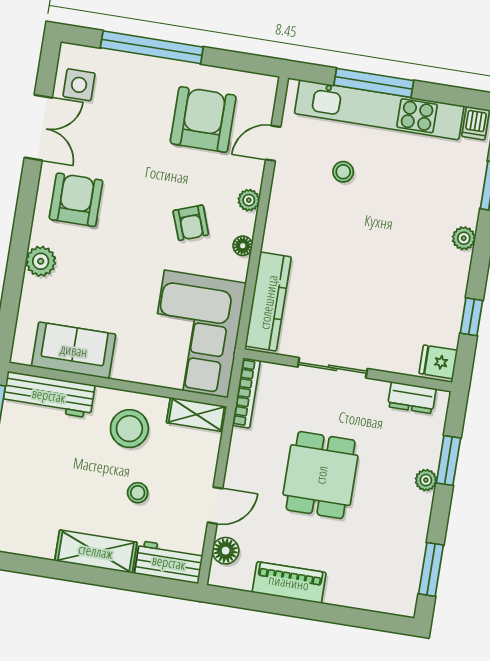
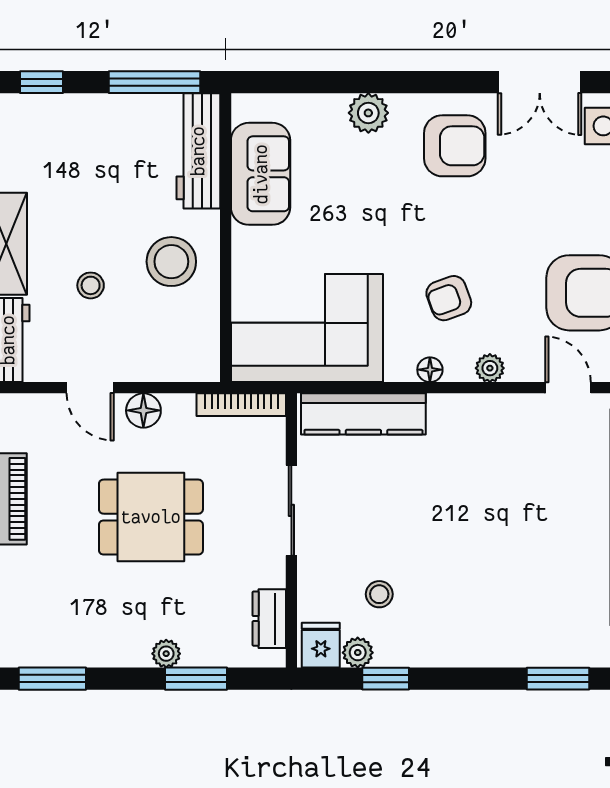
stool: (343, 172) -> (379, 594), moved
plant: (464, 238) -> (358, 653), moved
shelving: (197, 414) -> (203, 345), removed
floor lamp: (226, 551) -> (143, 410), moved

